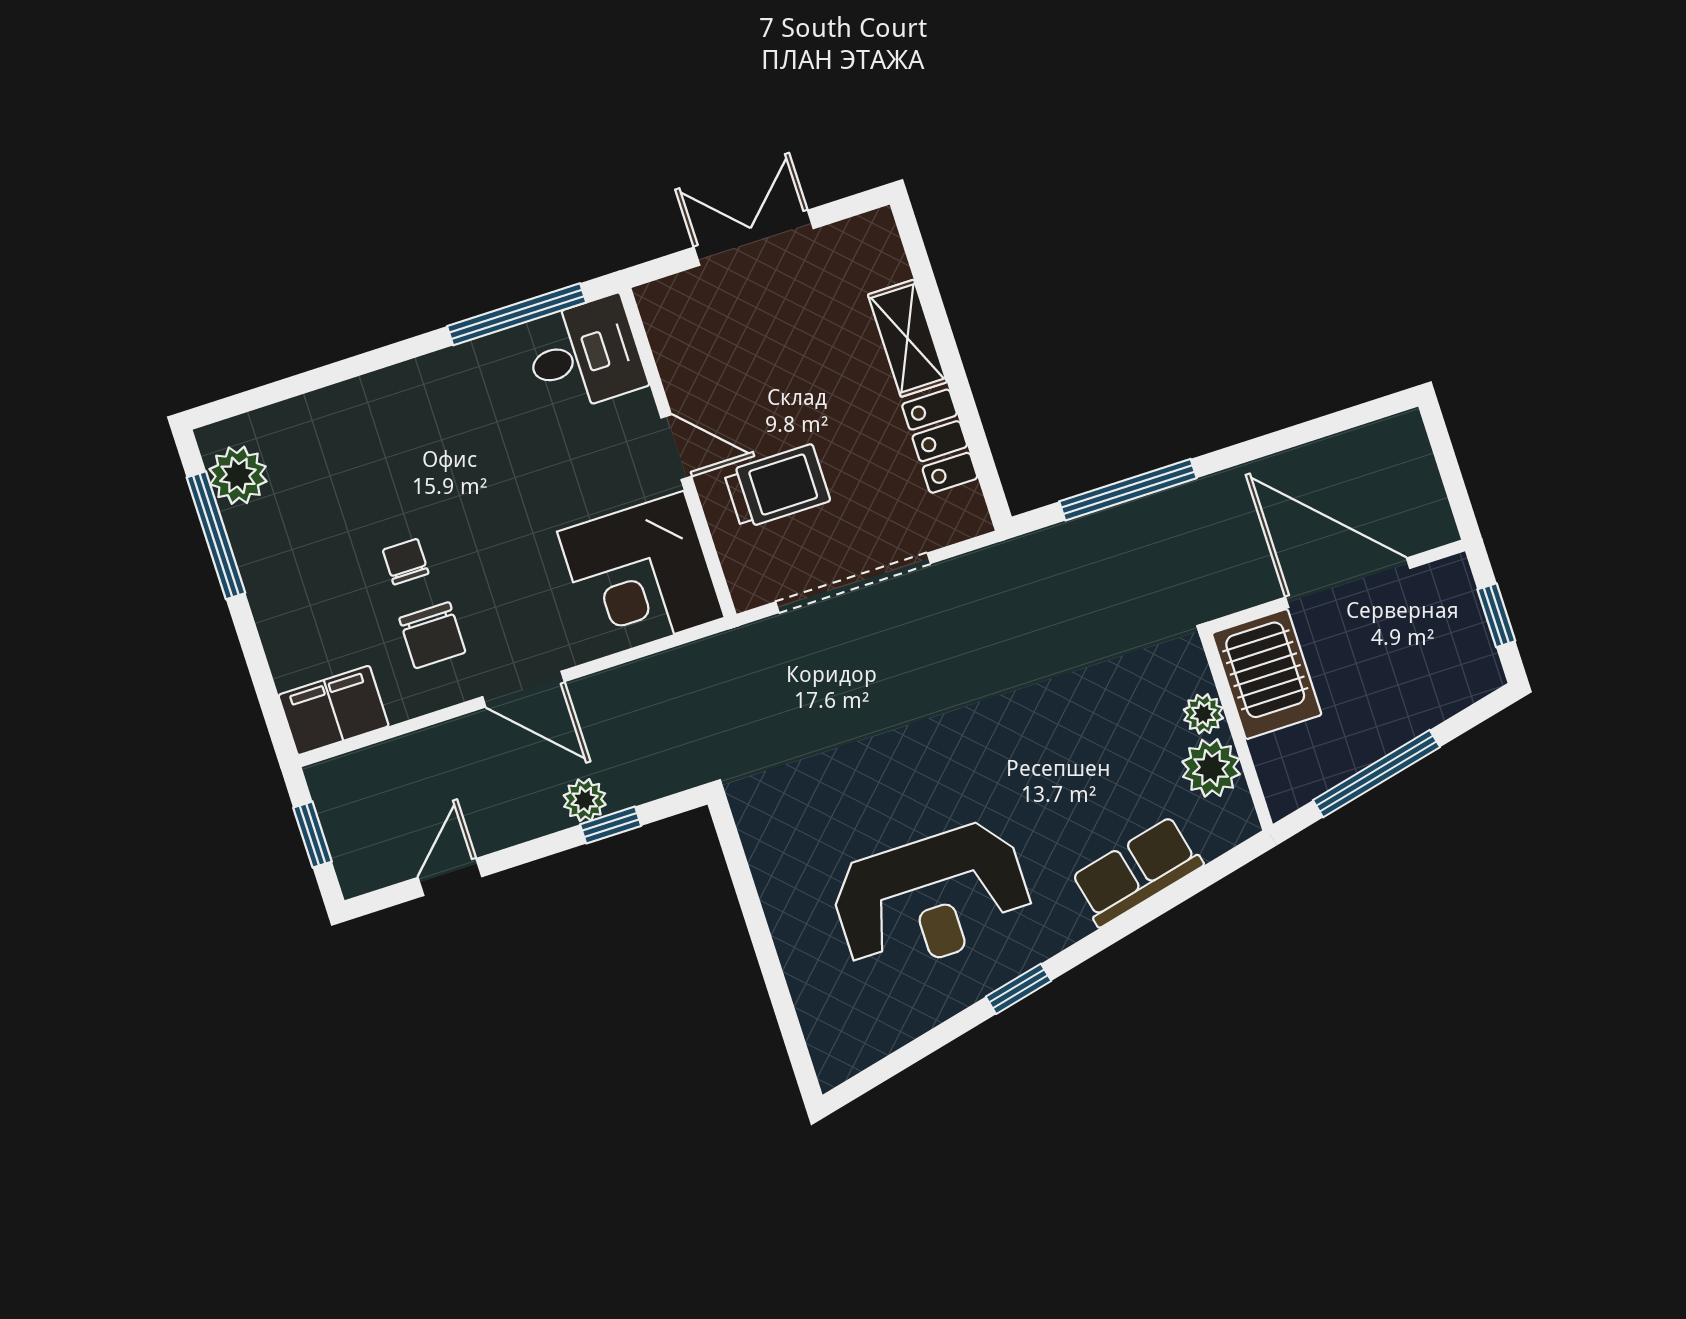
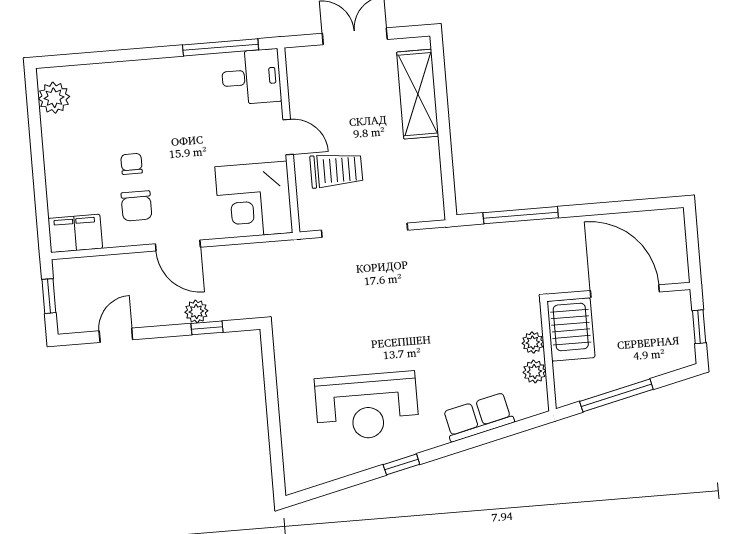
shelving: (907, 338) -> (418, 94), width x1.50, depth x1.33
locker: (940, 441) -> (428, 166), removed
window: (216, 535) -> (35, 127), removed
plant: (1211, 768) -> (534, 372), width x0.73, depth x0.73

